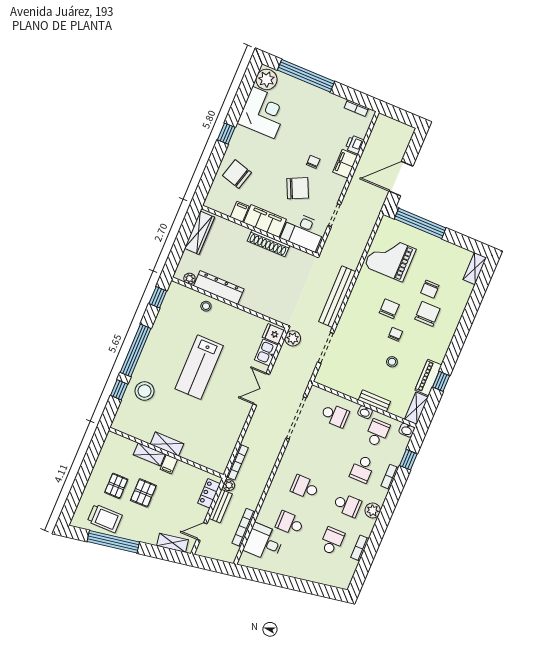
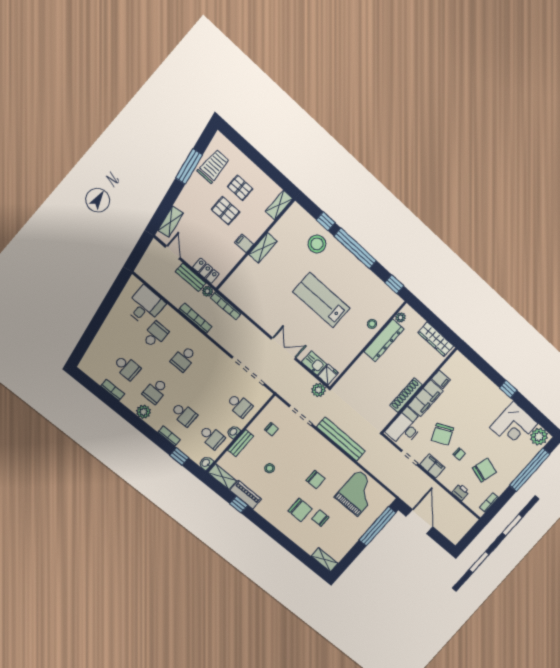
filing cabinet: (345, 164) -> (432, 466), moved
chair: (237, 174) -> (484, 470), moved
chair: (395, 334) -> (271, 429), moved
school desk: (335, 415) -> (239, 405), turned -90
shelving: (149, 454) -> (279, 205), moved
school desk: (362, 469) -> (184, 414), turned 180
school desk: (305, 487) -> (184, 359), turned 180
trolley: (105, 518) -> (213, 166), turned 180
bookcase: (244, 527) -> (195, 318), moved
window: (113, 542) -> (189, 166), width x0.68

